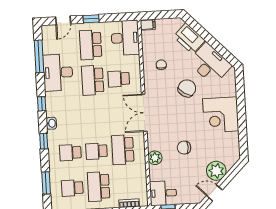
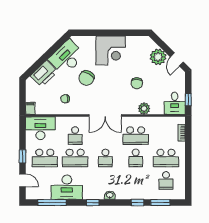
chair: (187, 88) -> (86, 78), turned -92
window: (44, 141) -> (137, 203), moved
school desk: (70, 153) -> (105, 158), moved

